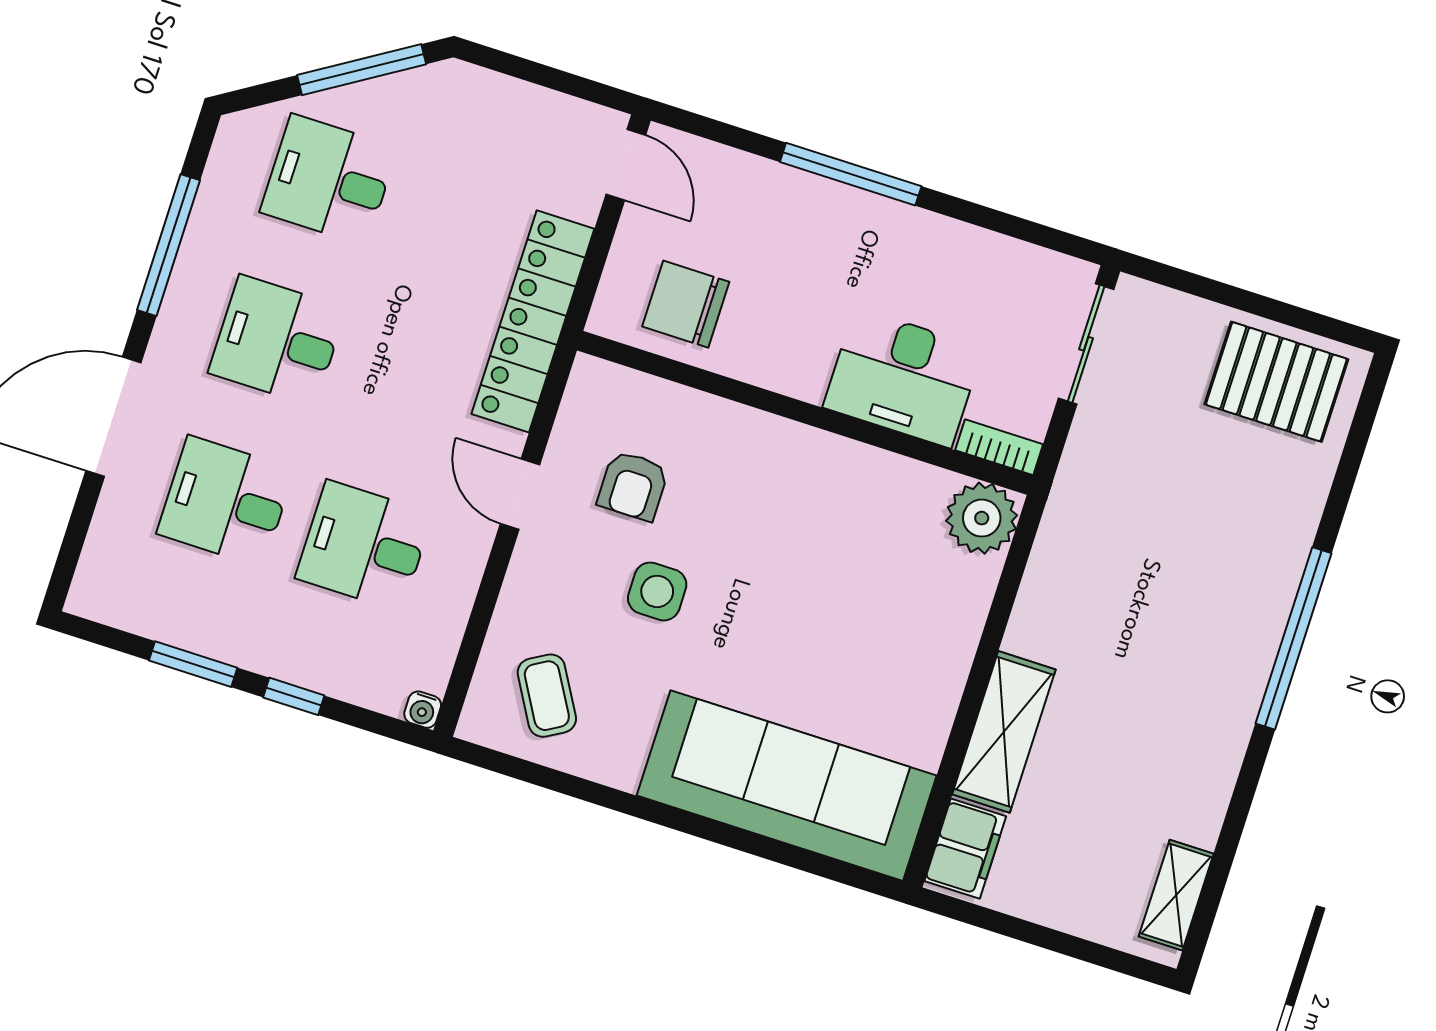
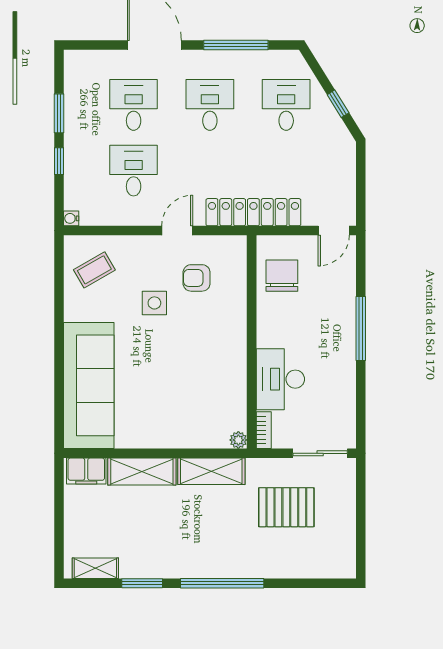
window: (362, 70) -> (338, 104), width x0.46
pallet: (1276, 382) -> (286, 507), moved, turned 90
plant: (982, 518) -> (238, 440), width x0.53, depth x0.53
shelving: (1050, 585) -> (211, 471), added
window: (1239, 807) -> (142, 583), added

